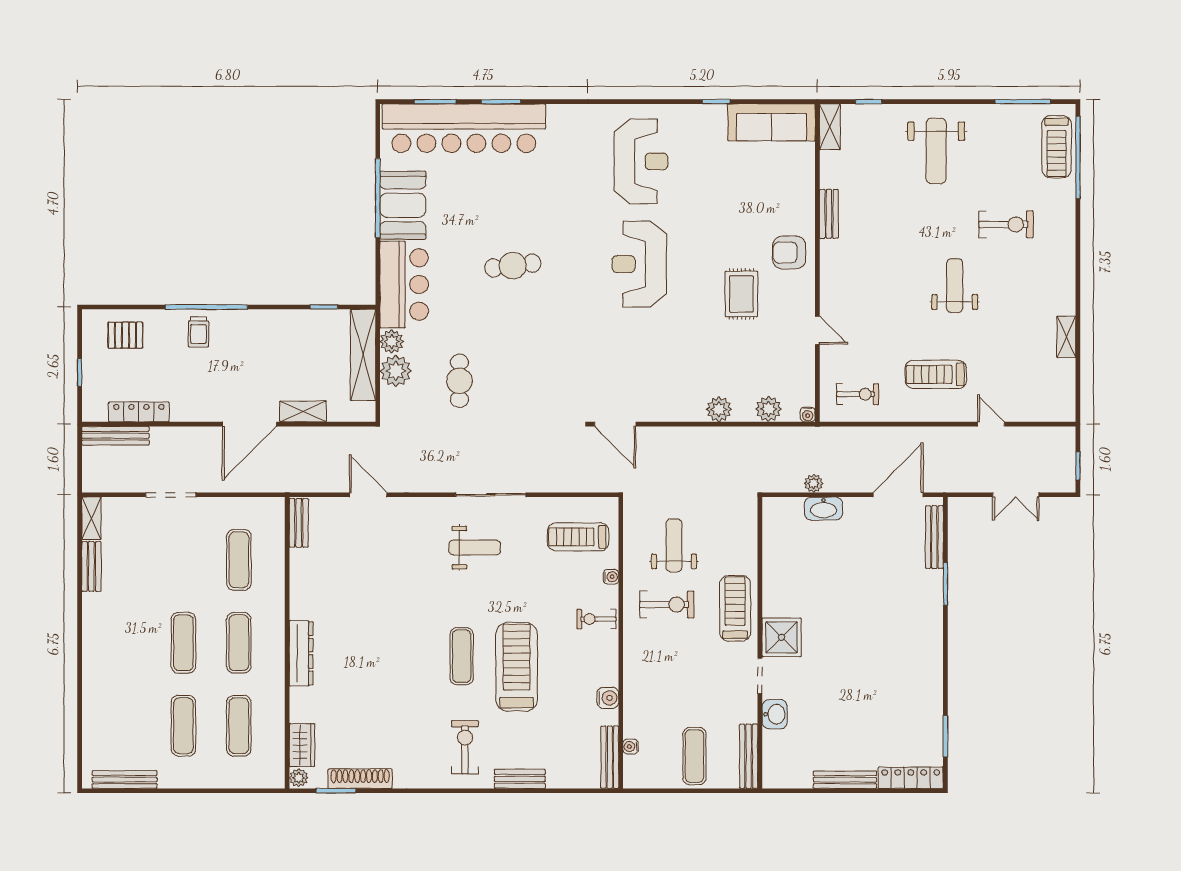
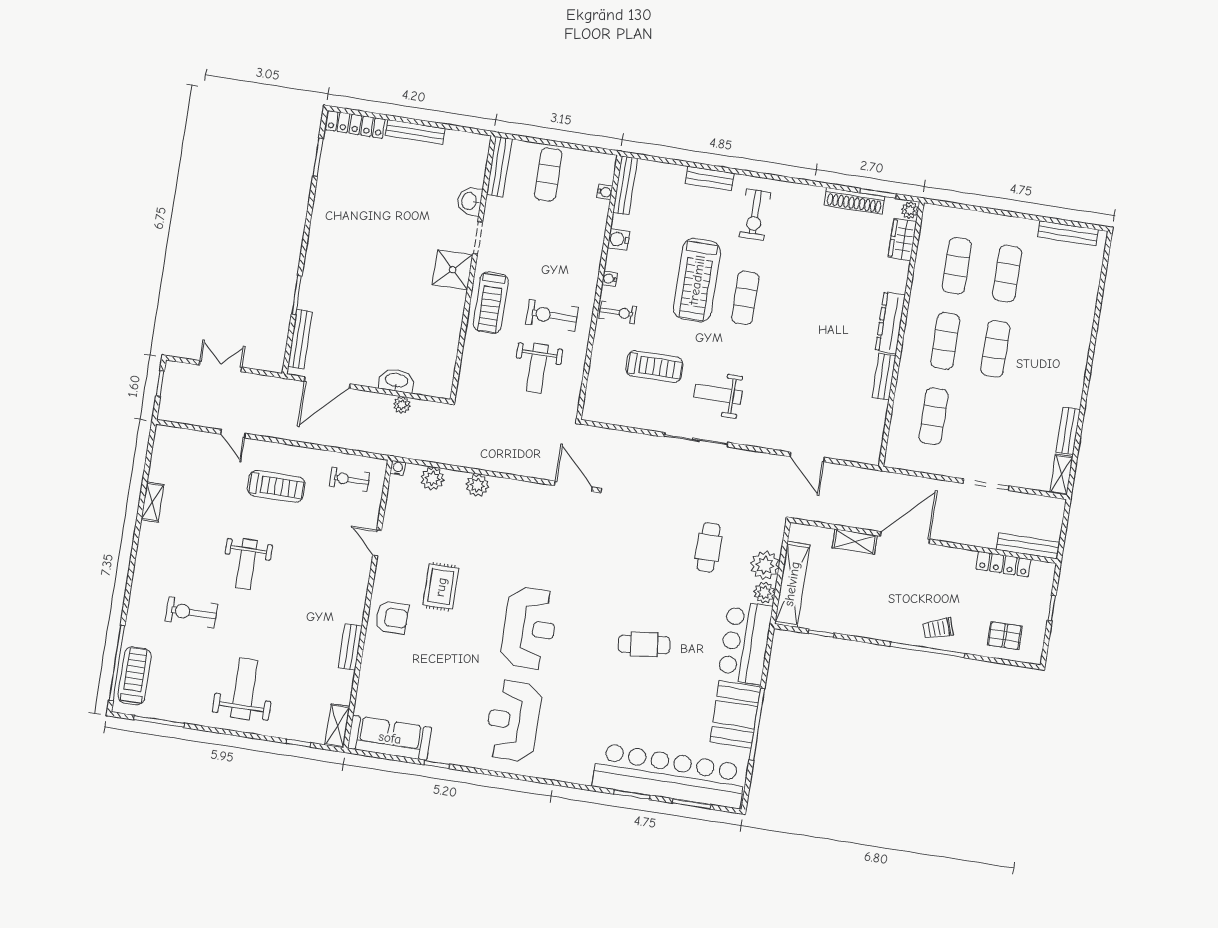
trolley: (198, 332) -> (938, 628), turned -109
bench: (299, 523) -> (884, 377), moved
treadmill: (578, 537) -> (654, 367), moved
water cooler: (611, 577) -> (610, 279), moved

